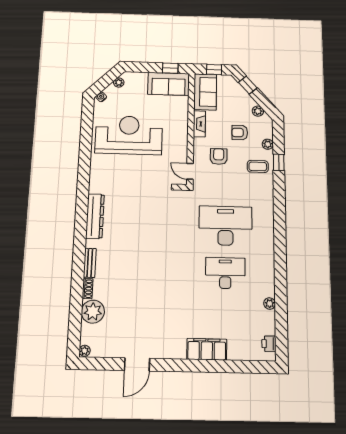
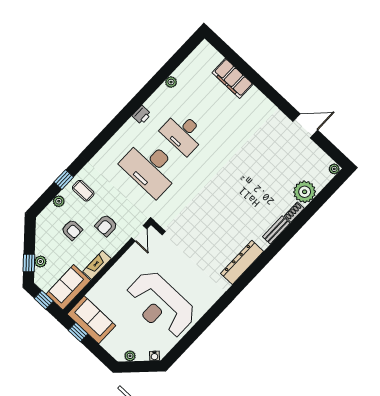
plant: (258, 111) -> (40, 261), moved
printer: (269, 344) -> (142, 115), moved
filing cabinet: (207, 349) -> (233, 78), moved

